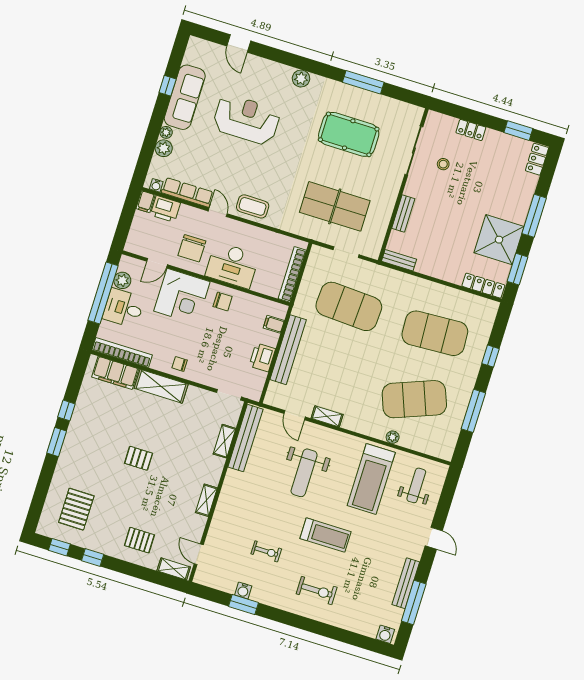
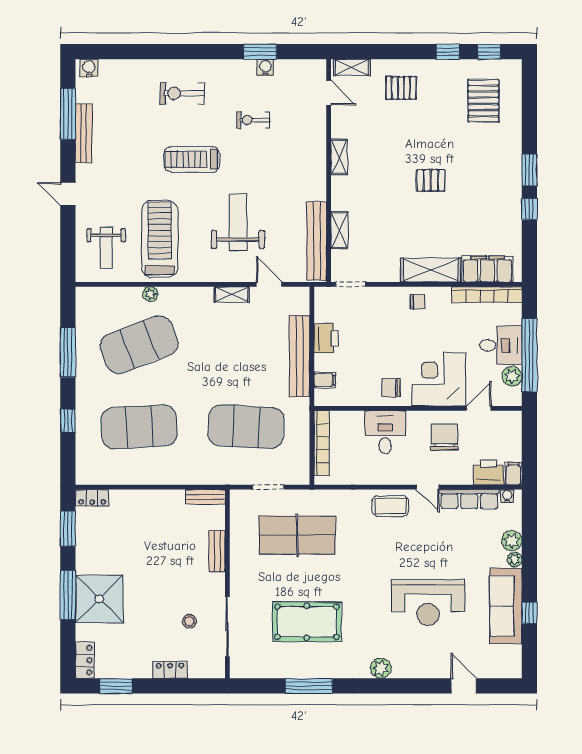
shower: (499, 240) -> (99, 599), moved
desk: (232, 265) -> (385, 432), width x0.73
locker: (483, 286) -> (92, 498), width x0.66

